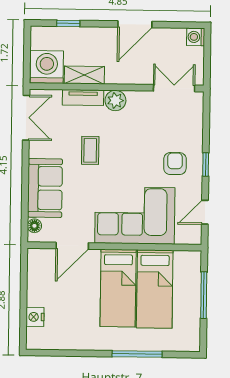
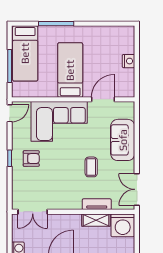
plant: (115, 101) -> (74, 202), removed
armchair: (175, 164) -> (31, 159), turned -90
door: (205, 212) -> (10, 113), moved
floor lamp: (34, 226) -> (130, 113), removed
bed: (155, 289) -> (25, 53), moved, turned 180
nightstand: (35, 317) -> (129, 61), moved

